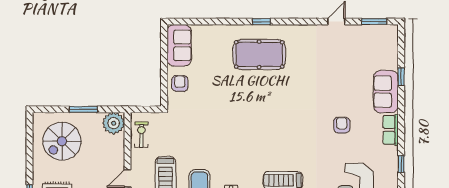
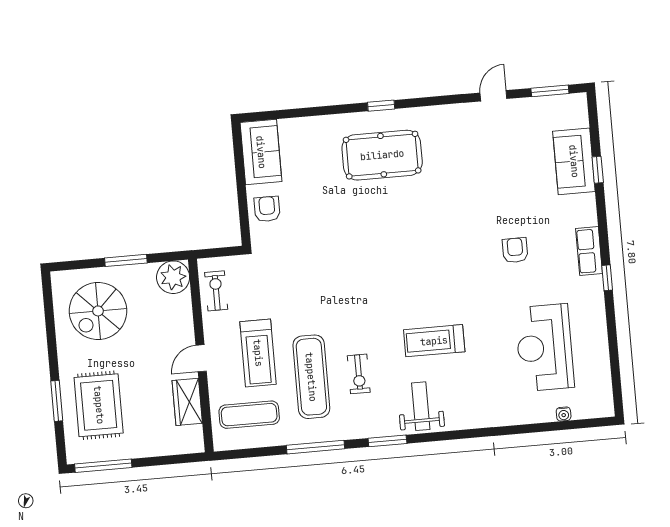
sofa: (386, 92) -> (574, 161), moved
window: (401, 164) -> (607, 278), moved

